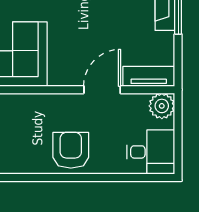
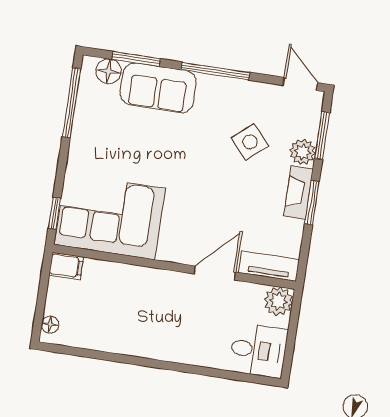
armchair: (71, 150) -> (170, 335), removed

